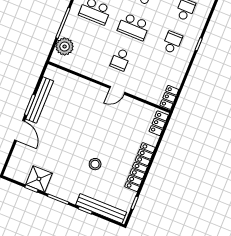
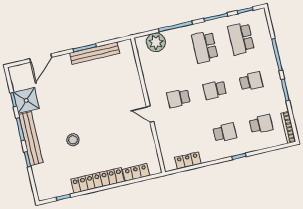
school desk: (134, 27) -> (215, 90), width x0.54
locker: (169, 97) -> (188, 160), moved
locker: (159, 123) -> (136, 172), moved
door: (20, 131) -> (41, 58), moved
bench: (101, 208) -> (31, 139), moved

